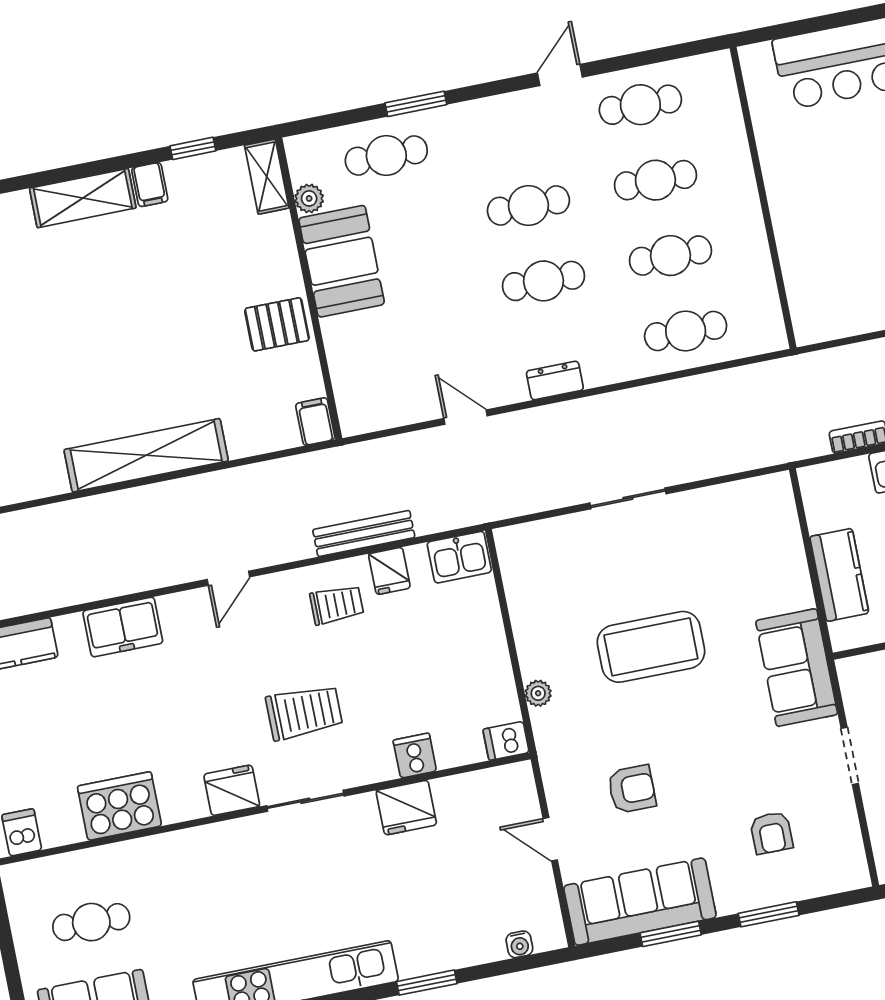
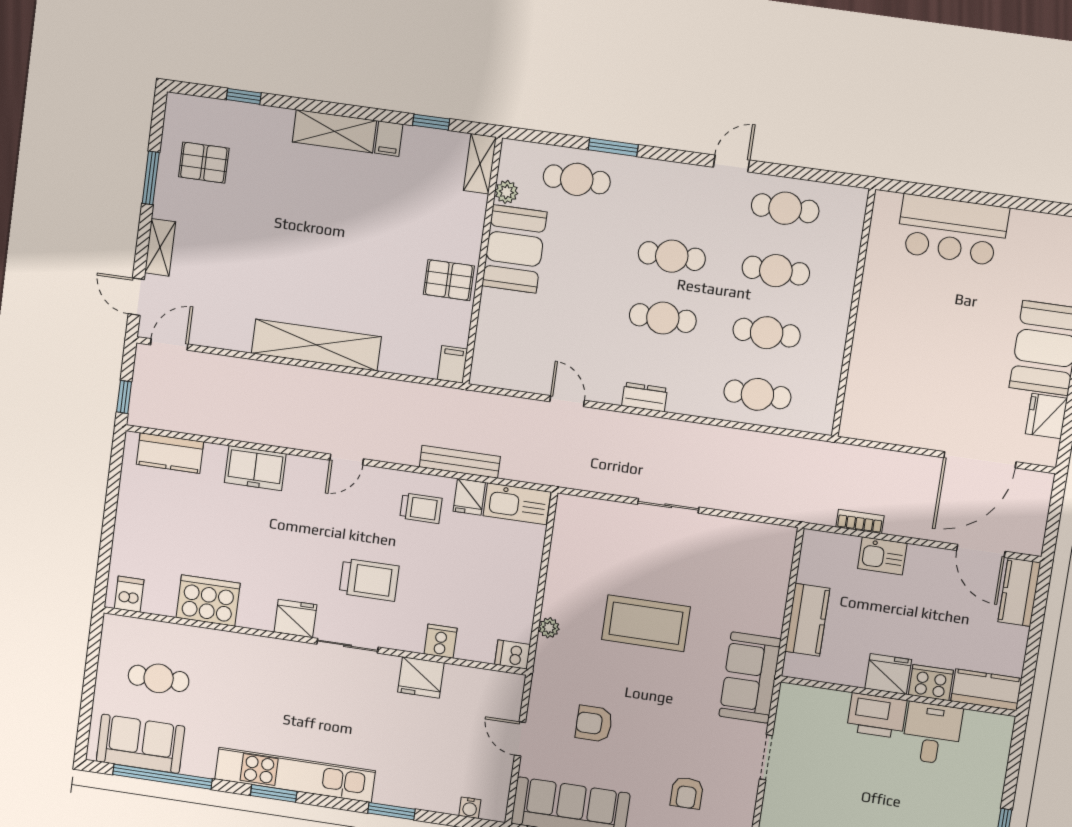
kitchen sink: (459, 557) -> (517, 504), width x1.38
armchair: (632, 789) -> (594, 724), turned 180

